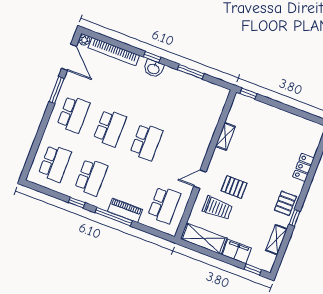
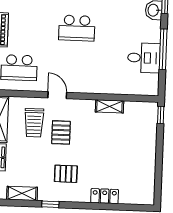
window: (191, 72) -> (163, 49), width x1.44
desk: (193, 91) -> (144, 58), added
pallet: (285, 203) -> (66, 174), moved

